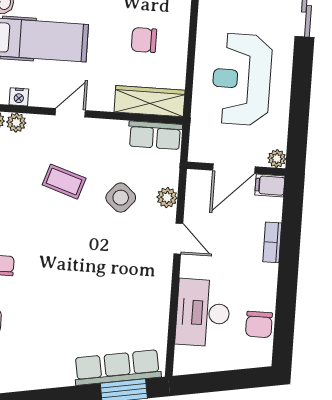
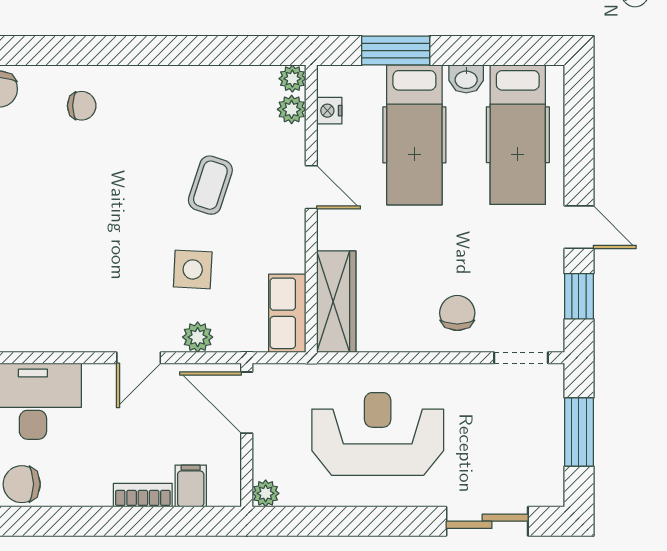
chair: (144, 40) -> (457, 313), moved
door: (234, 169) -> (247, 403), moved
filing cabinet: (270, 185) -> (191, 486), moved
side table: (121, 198) -> (193, 269), turned -38

